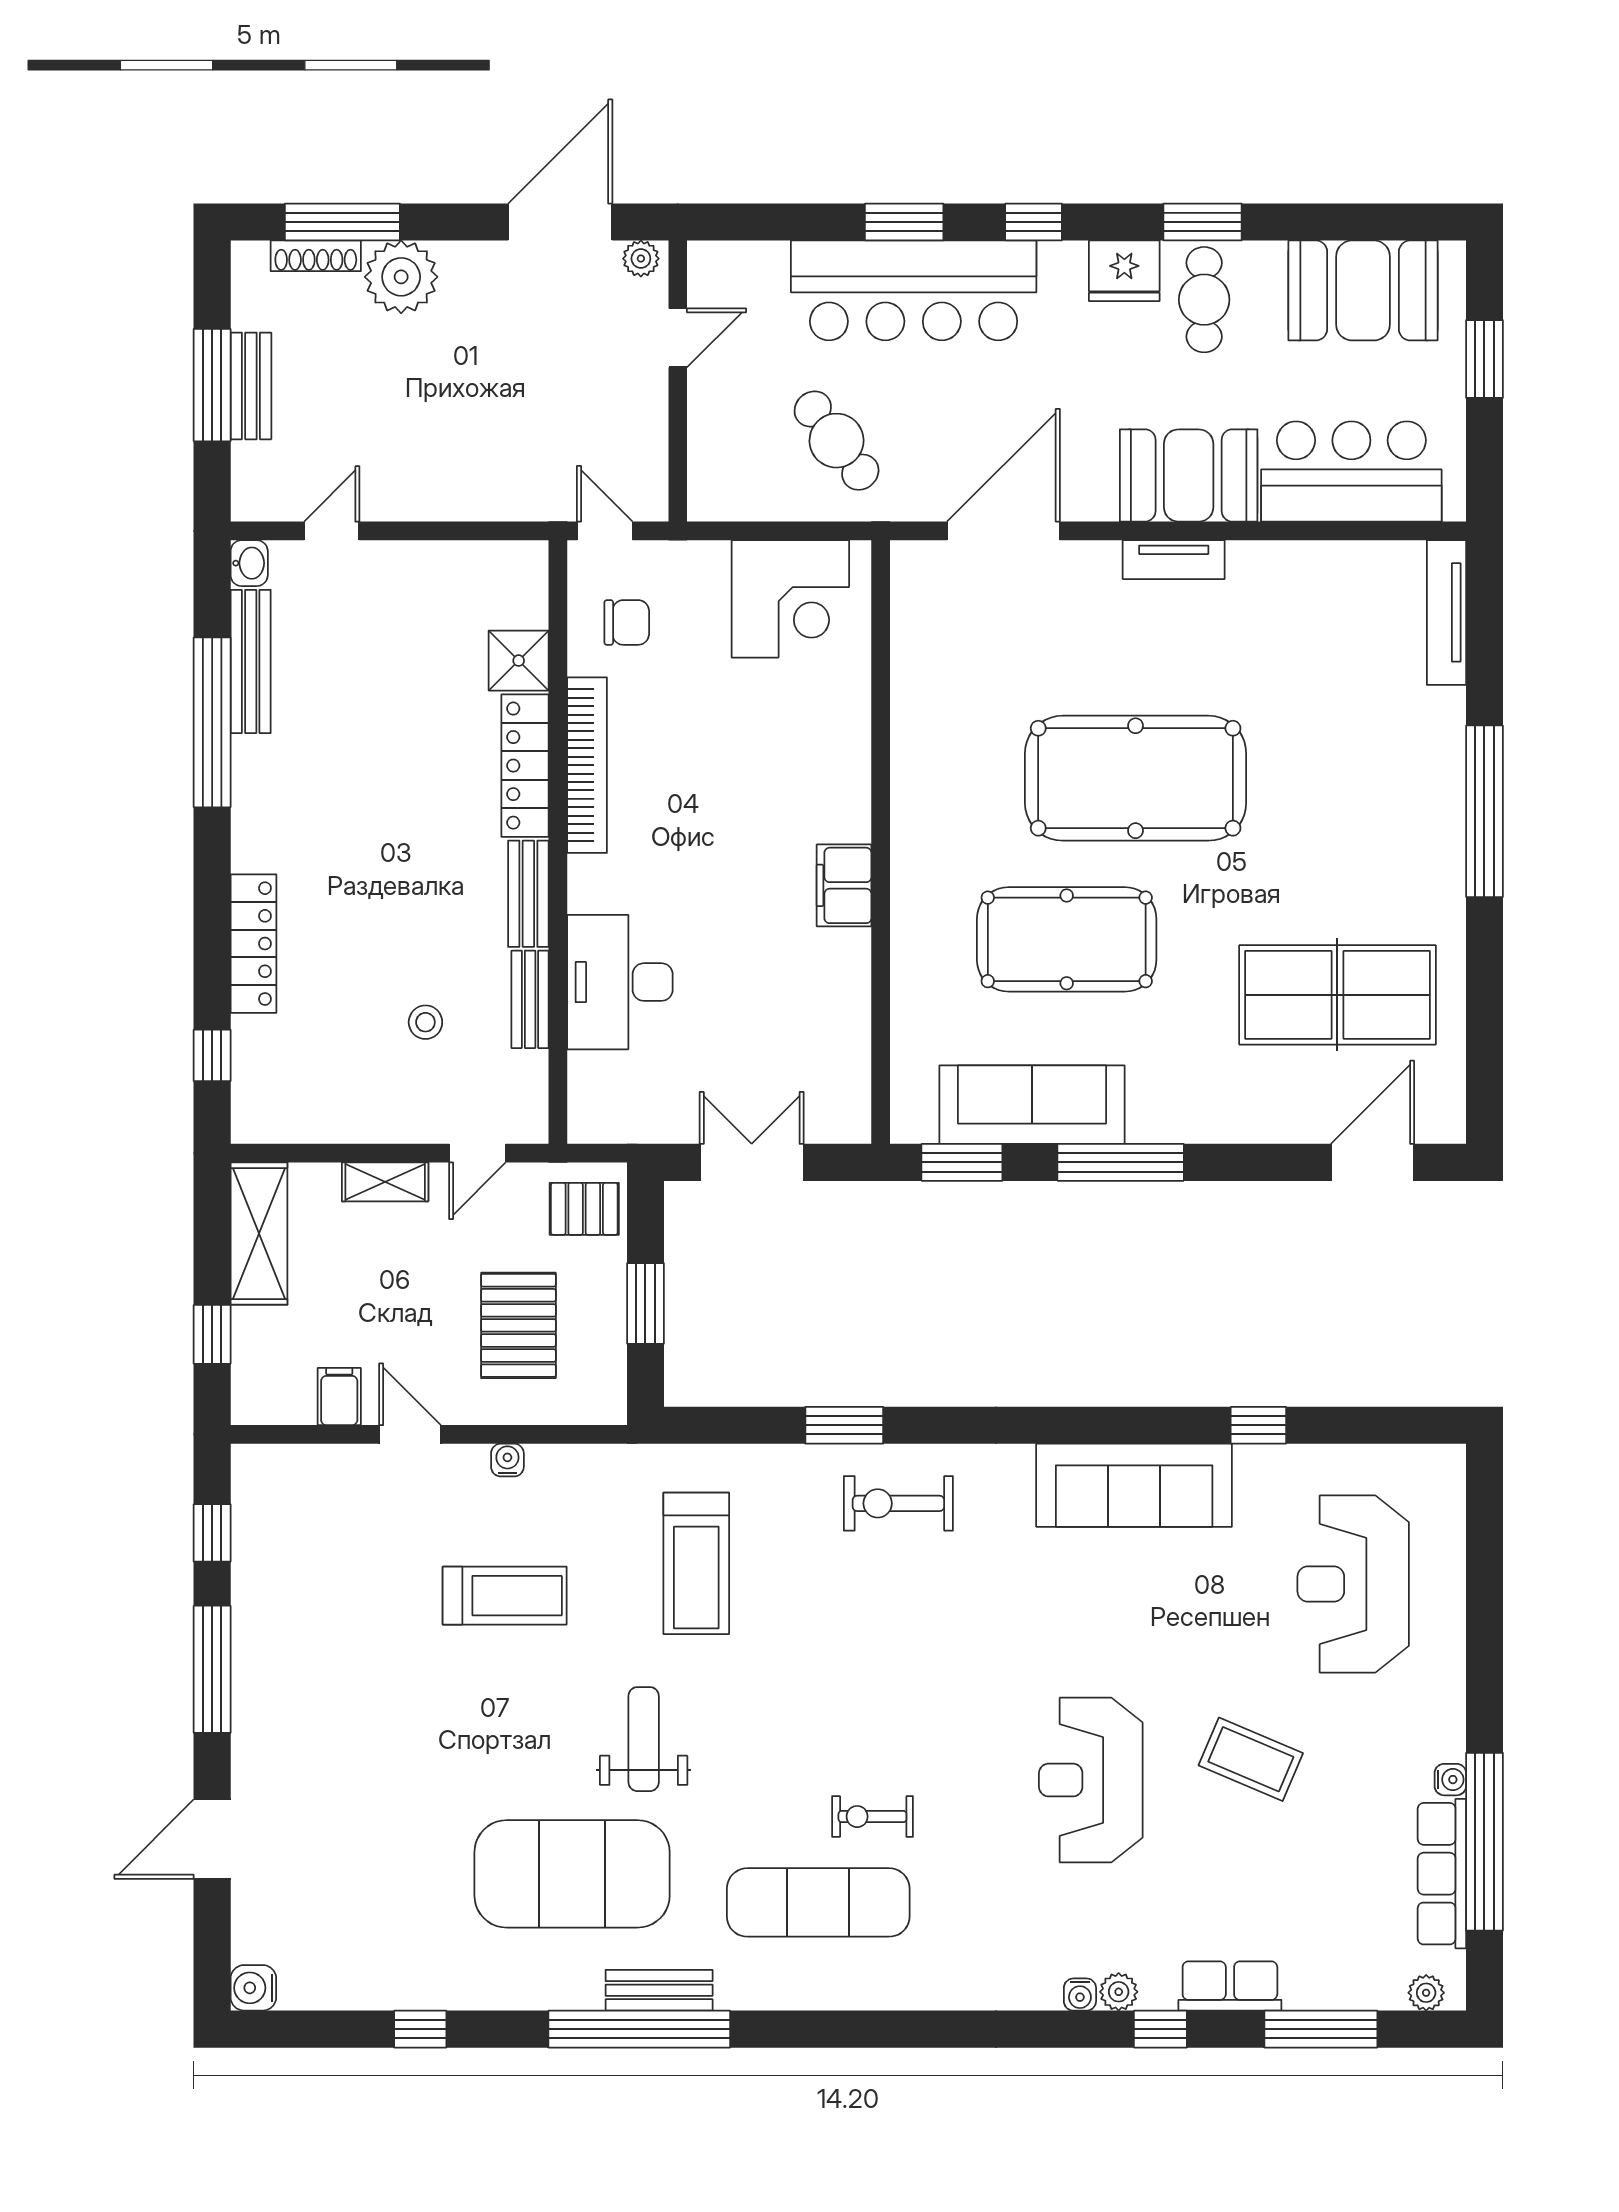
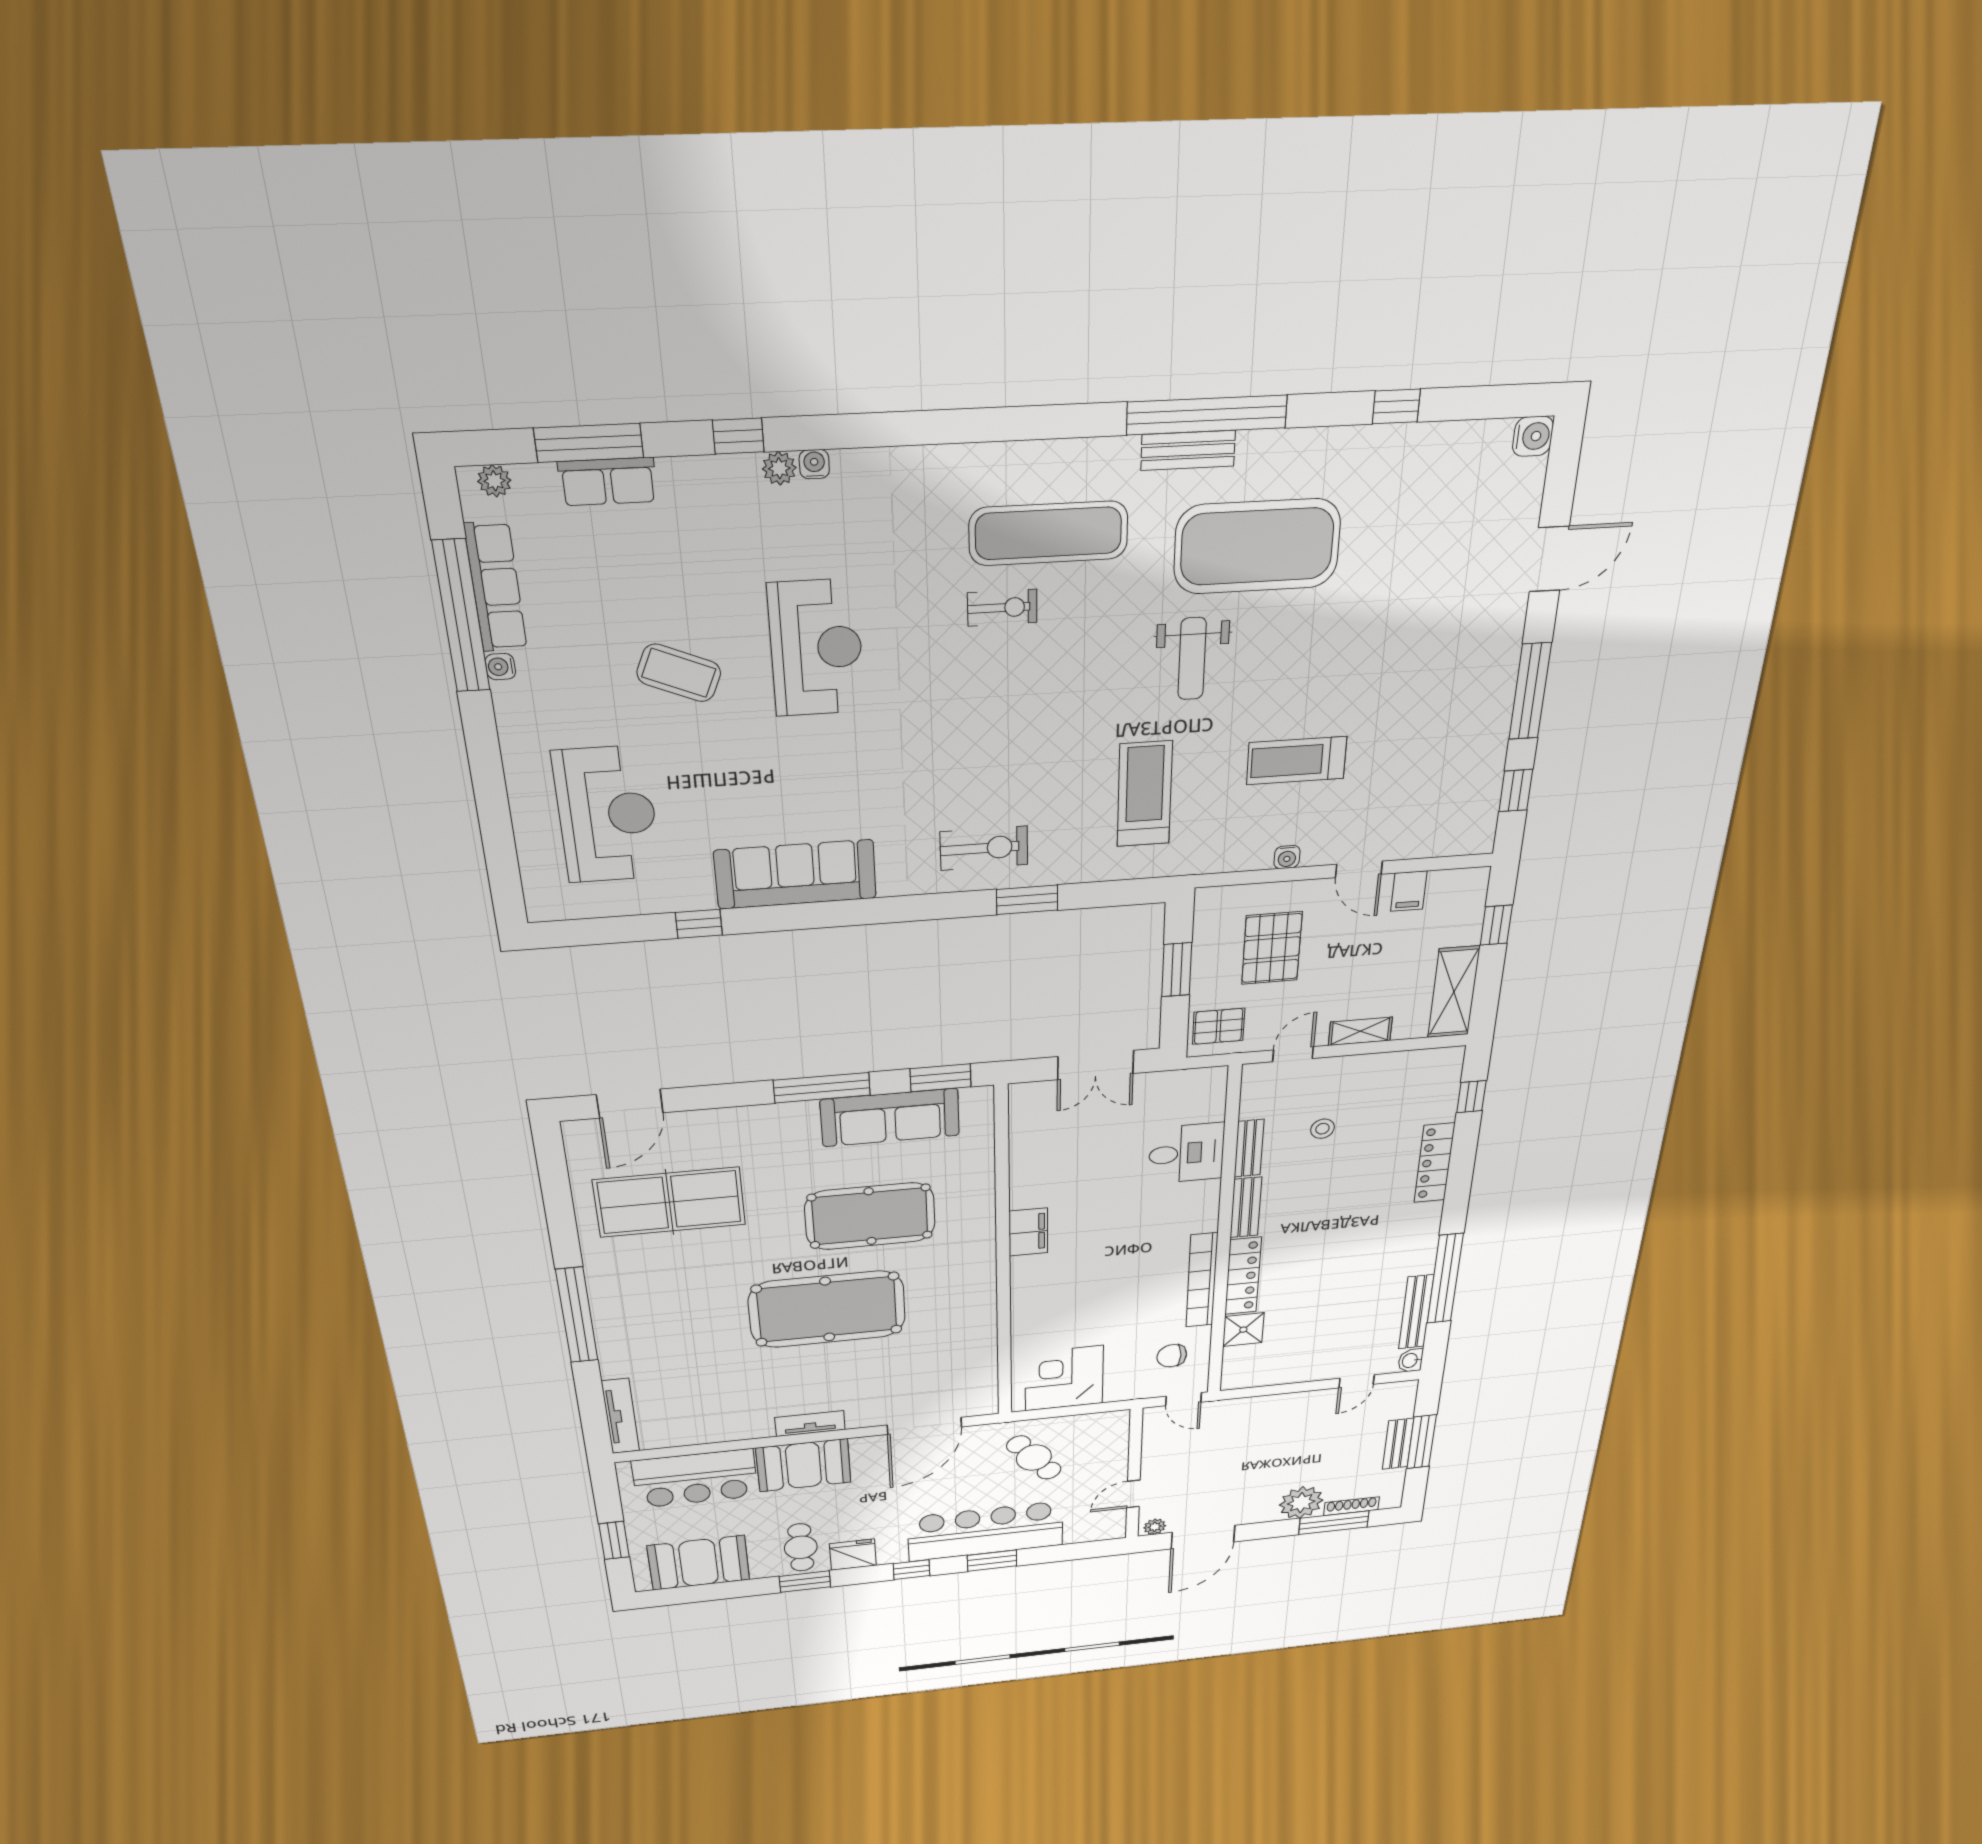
desk: (620, 982) -> (1186, 1153), width x0.73
row of seats: (1230, 1986) -> (608, 482), moved

